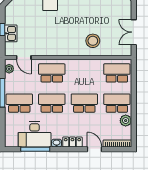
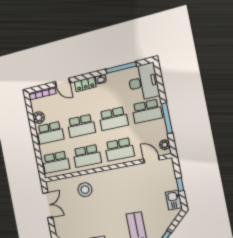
kitchen sink: (11, 33) -> (174, 200), moved
school desk: (84, 73) -> (87, 156), added
desk: (35, 134) -> (143, 82), moved, turned 90

